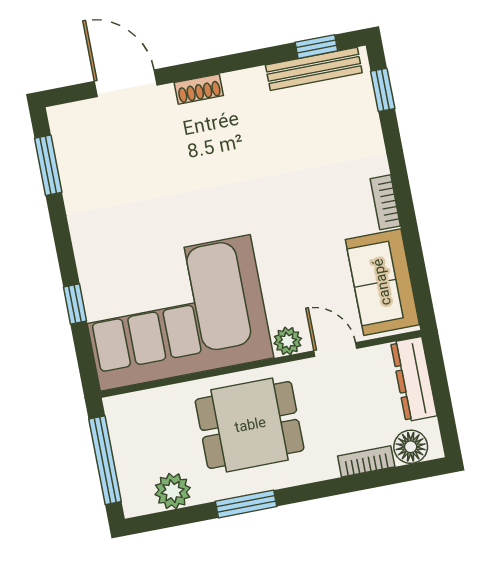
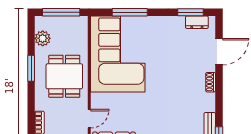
dresser: (68, 147) -> (197, 22), added
window: (75, 304) -> (130, 12), width x2.17
plant: (288, 341) -> (97, 99), removed

